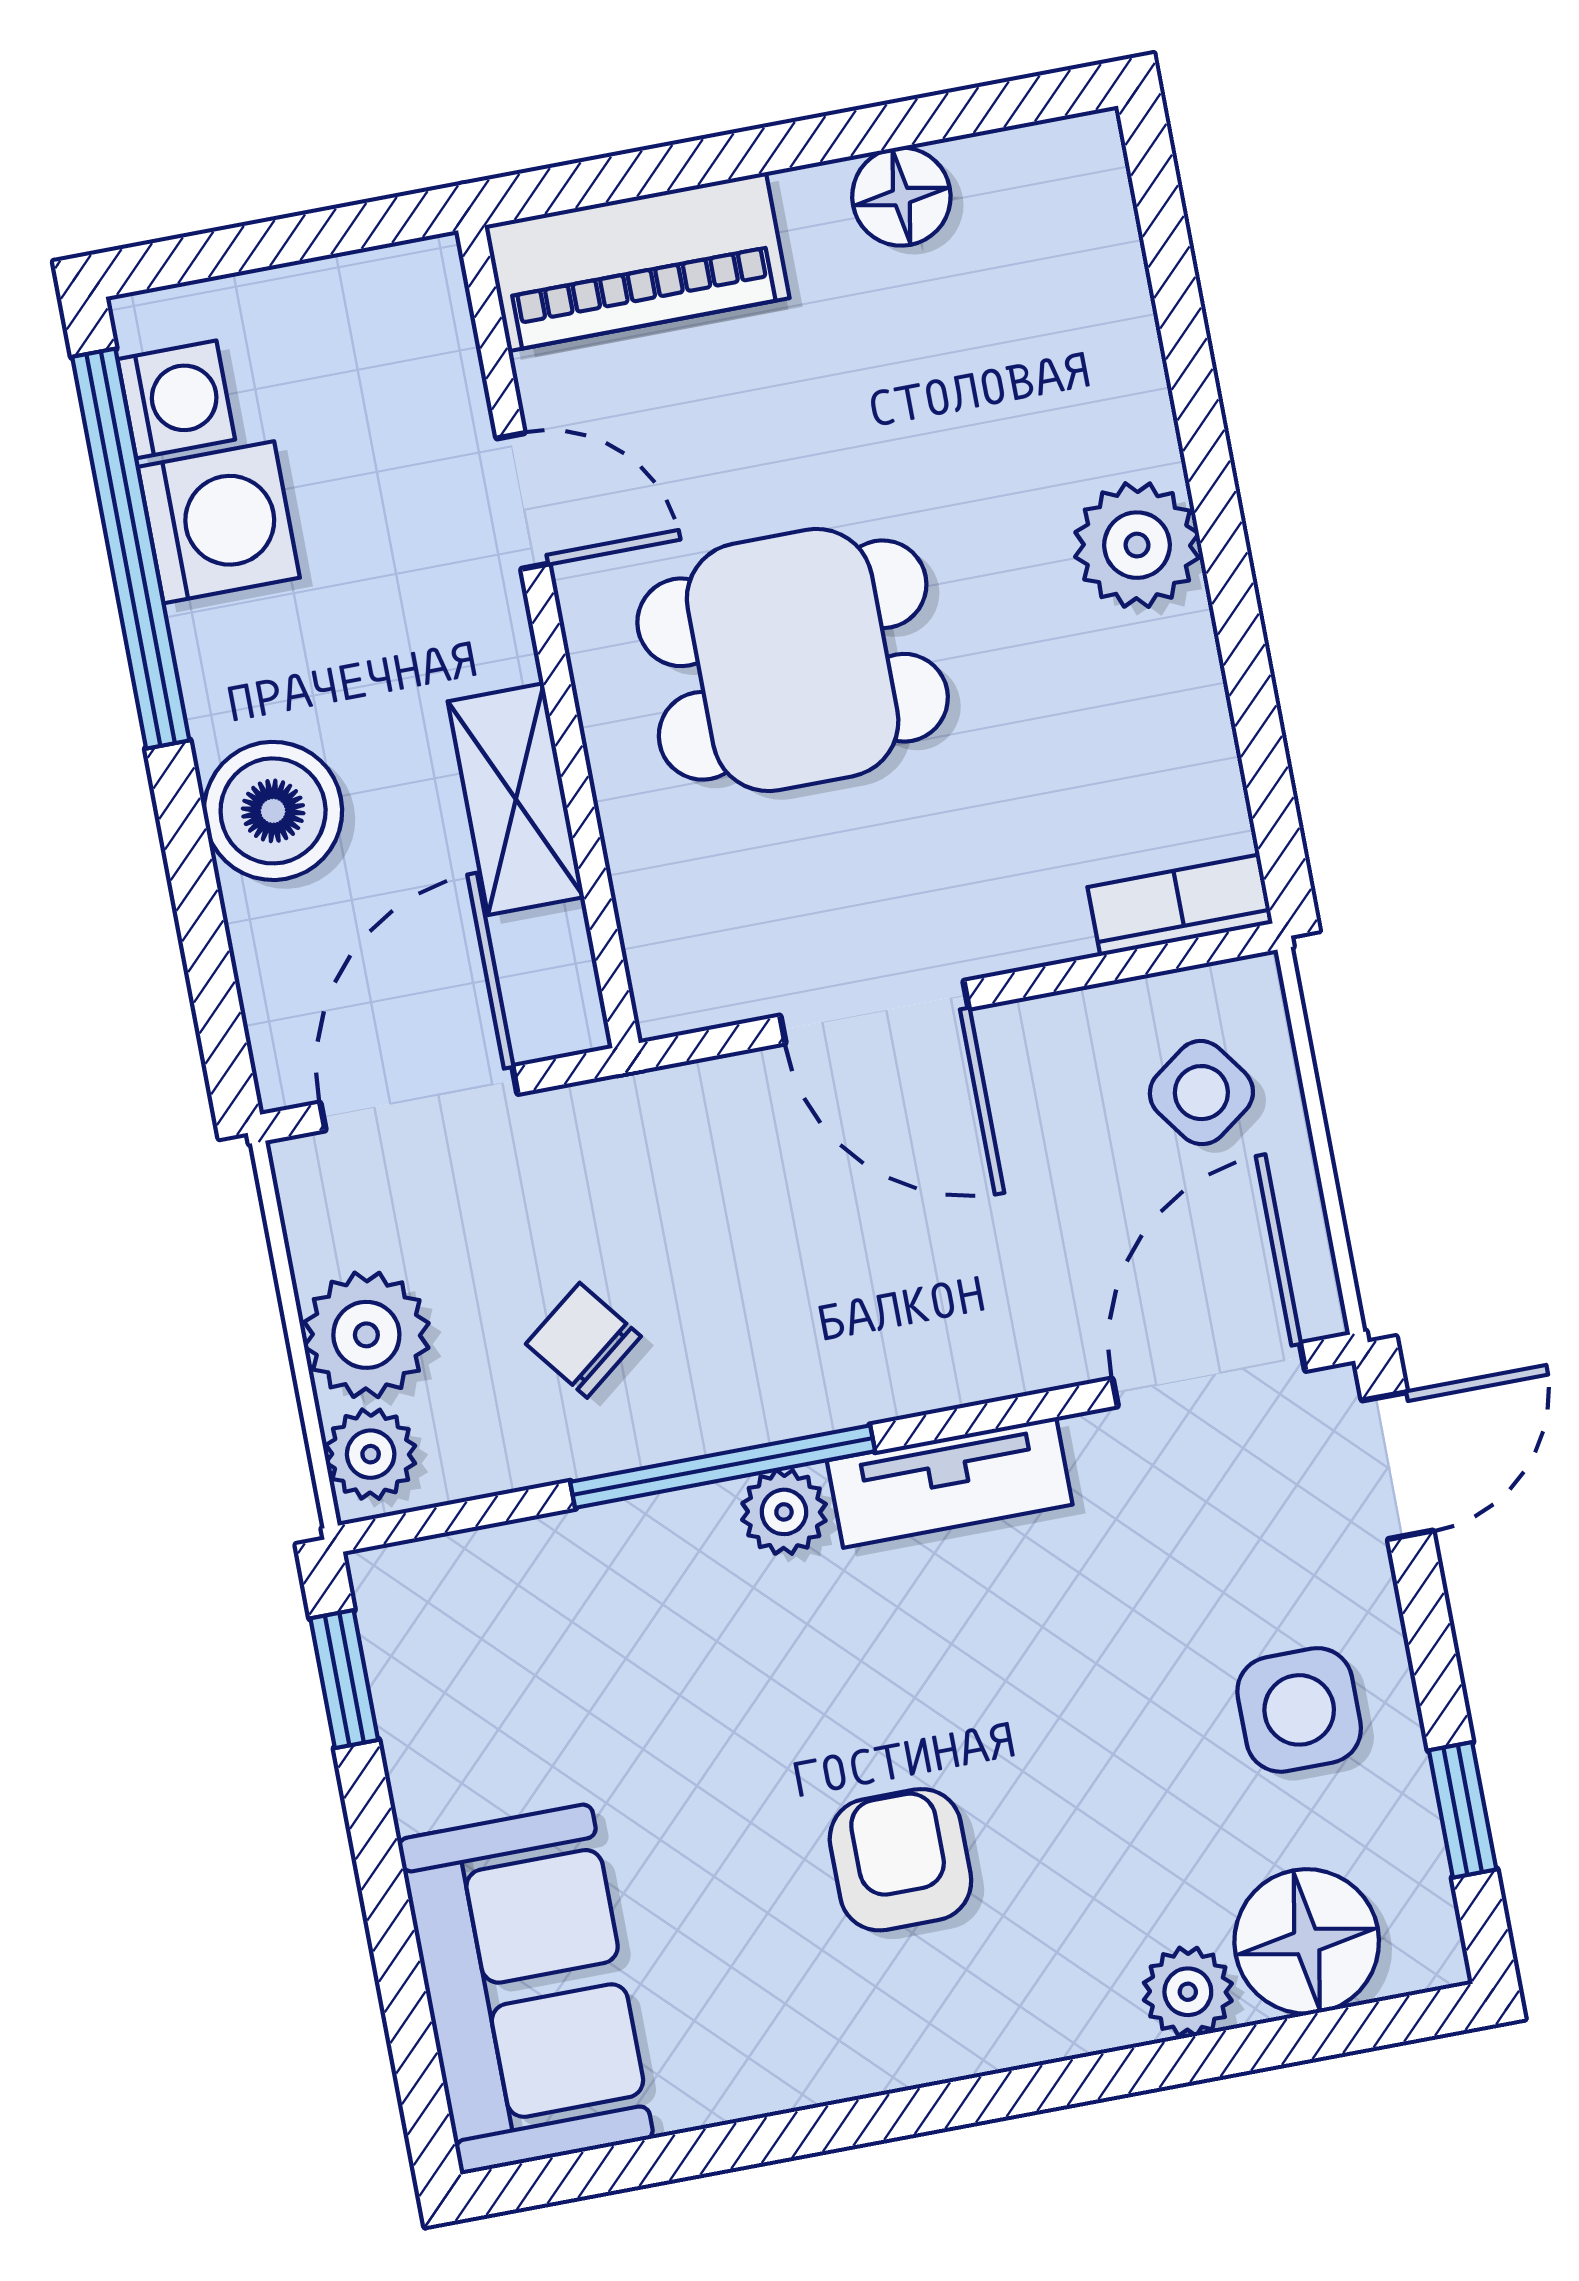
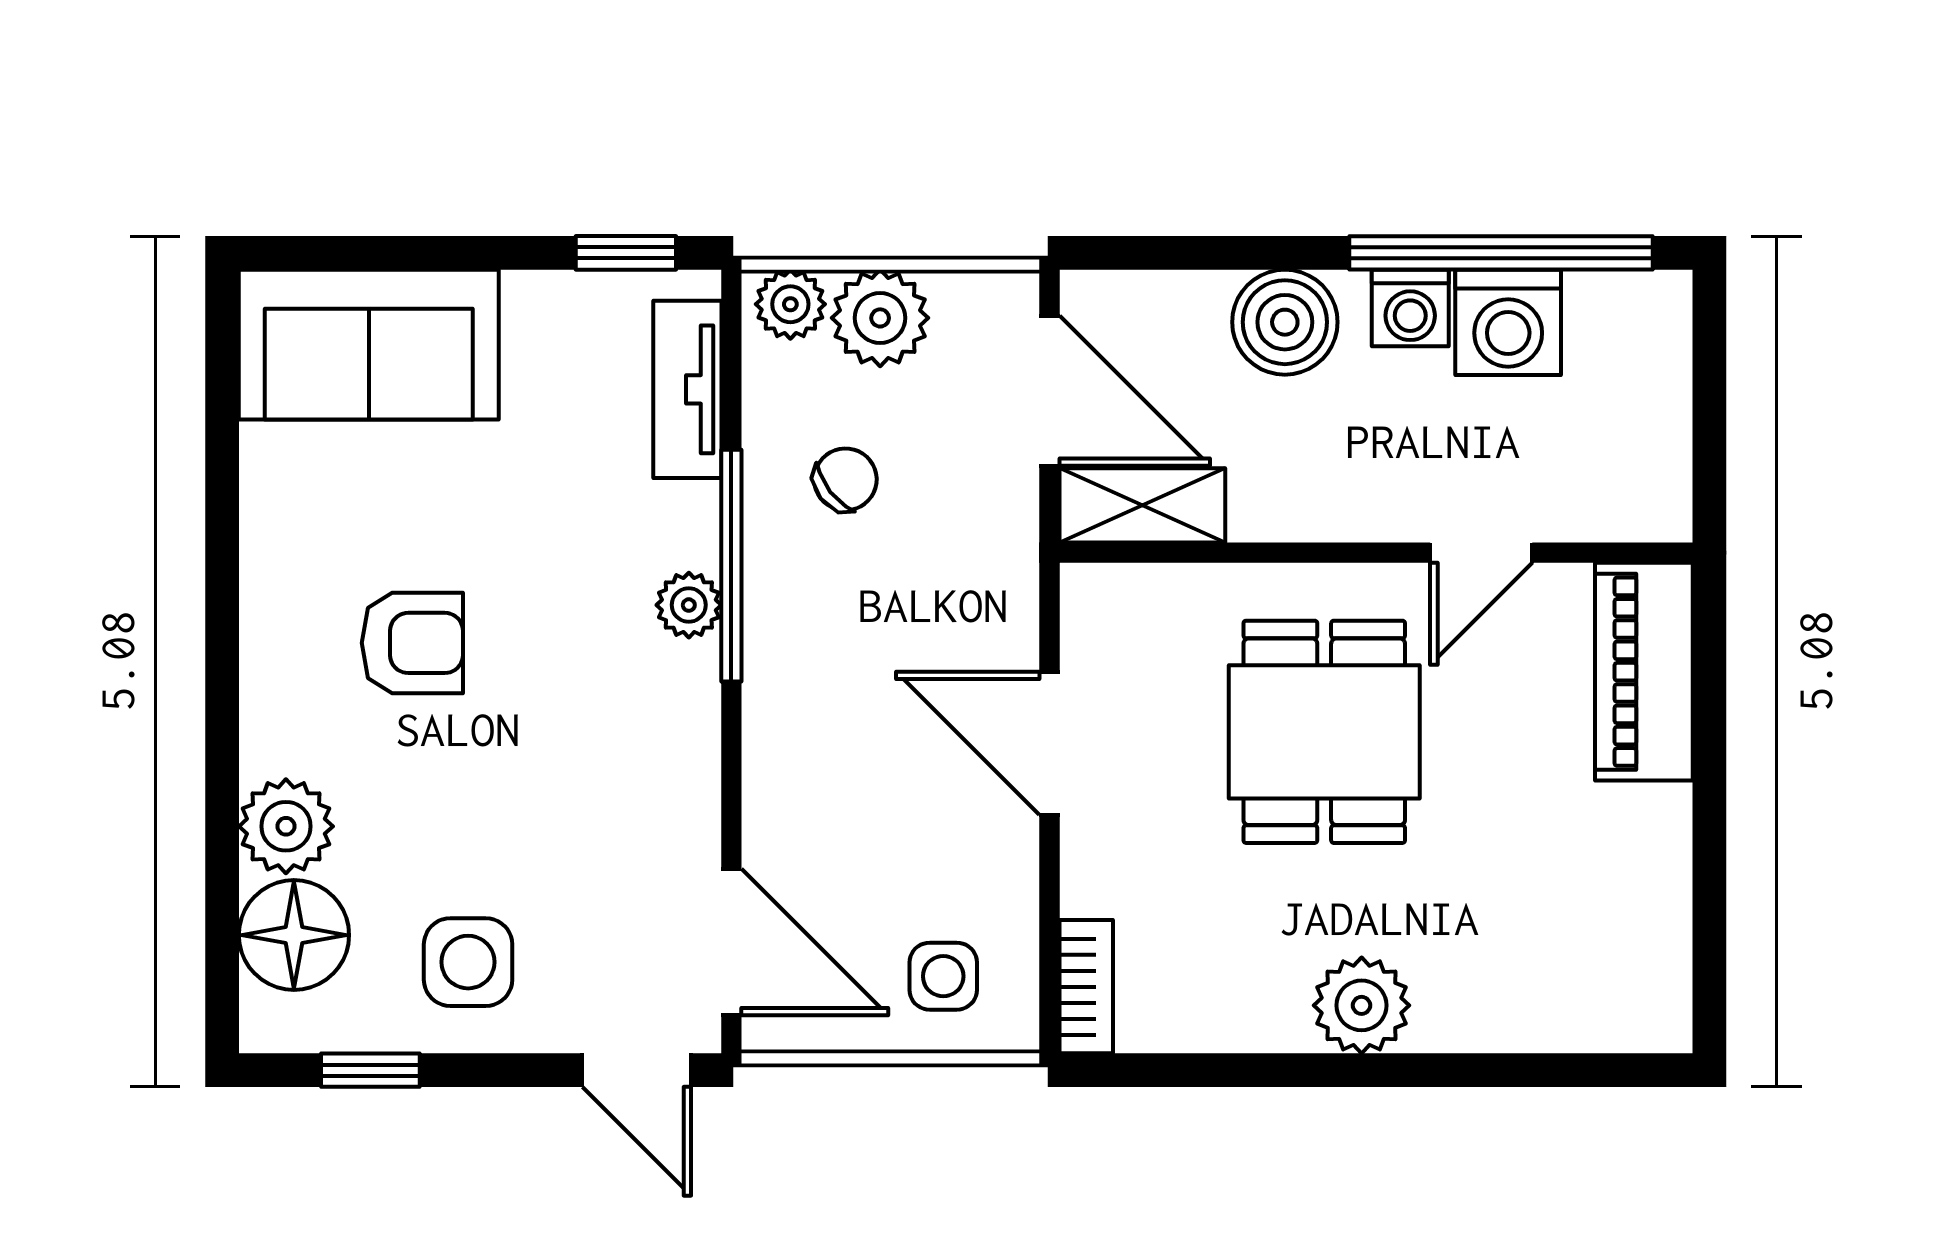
floor lamp: (901, 197) -> (1655, 879), removed
washing machine: (176, 399) -> (1410, 308), moved
shelving: (516, 799) -> (1142, 505), moved
door: (874, 1012) -> (1050, 743), hinge flipped
side table: (1201, 1093) -> (943, 976), turned 36
tv unit: (950, 1482) -> (687, 389), moved
plant: (1188, 1992) -> (286, 826), width x1.38, depth x1.38

